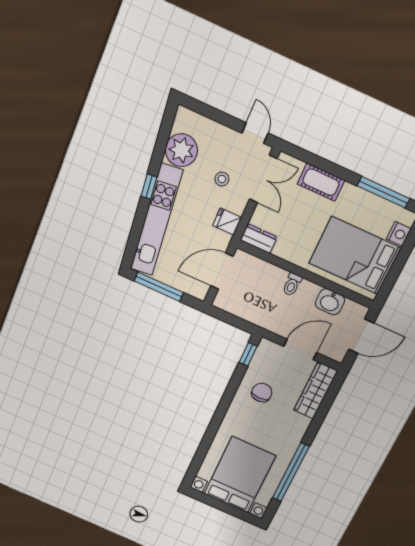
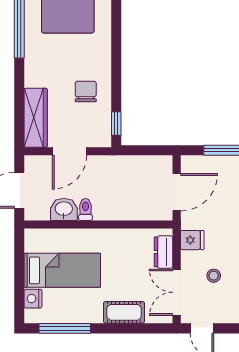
dresser: (259, 239) -> (163, 252), moved, turned 90
bed: (355, 256) -> (62, 270), width x0.67
toilet: (292, 284) -> (85, 209), moved
chair: (262, 393) -> (86, 92), turned 180

